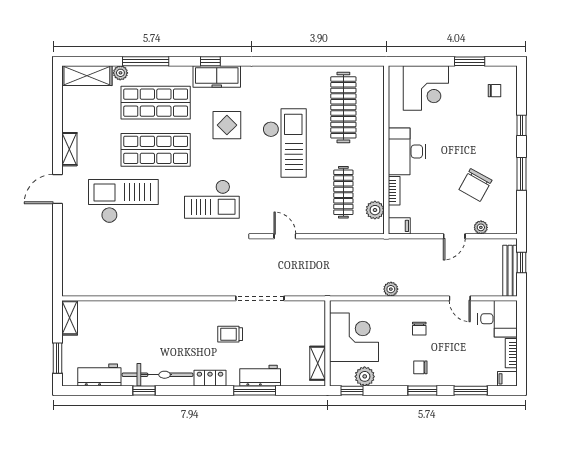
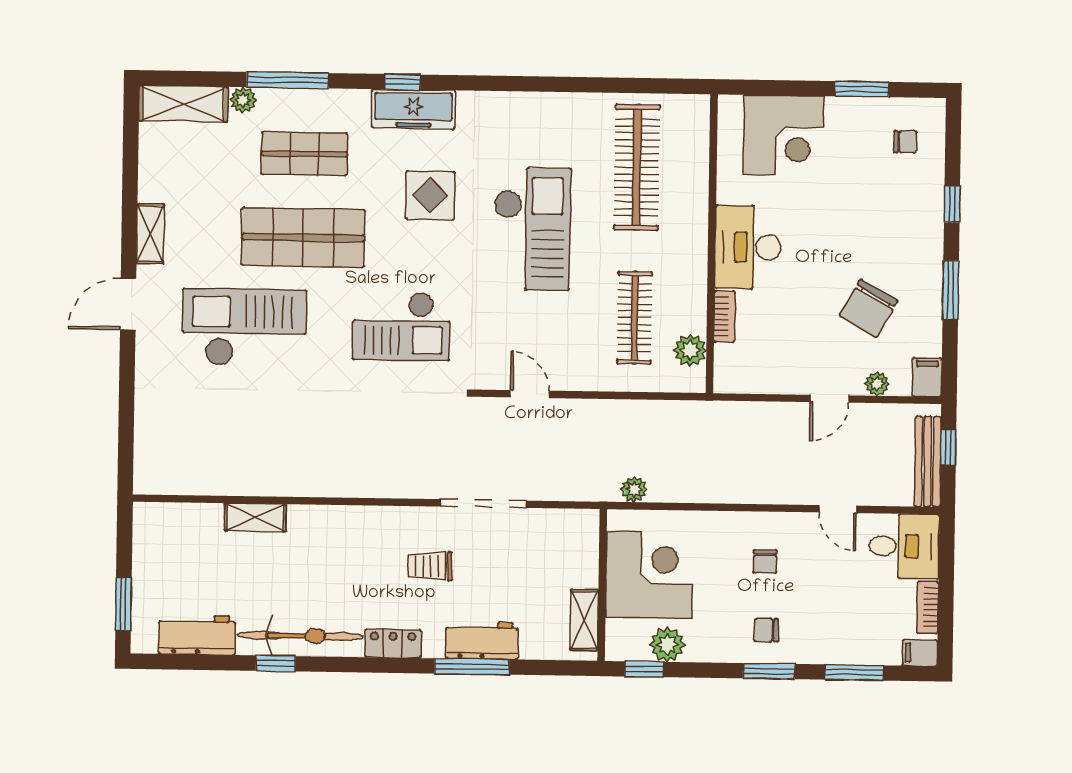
shop shelf: (156, 103) -> (304, 154), width x0.70, depth x0.74
filing cabinet: (399, 226) -> (927, 377), moved, turned -90
plant: (391, 289) -> (634, 489), moved
shelving: (70, 318) -> (255, 517), moved, turned 90

